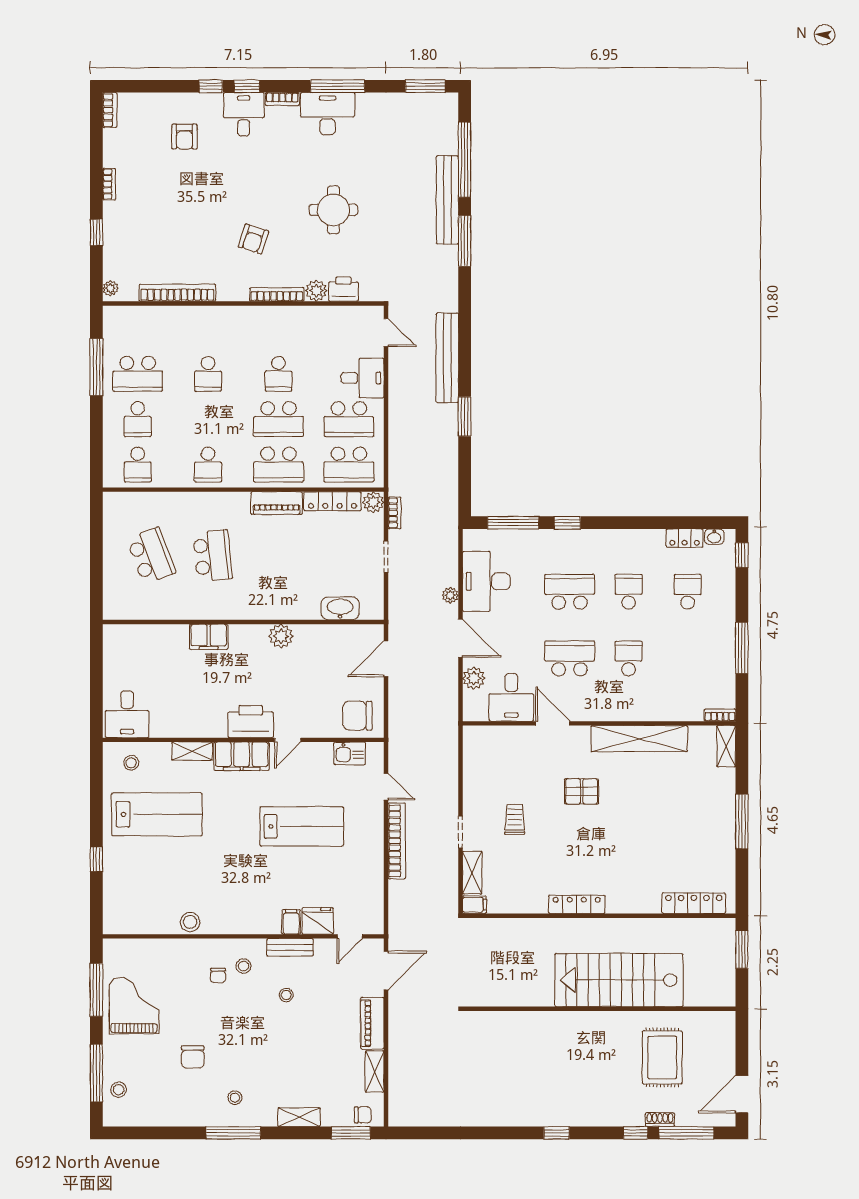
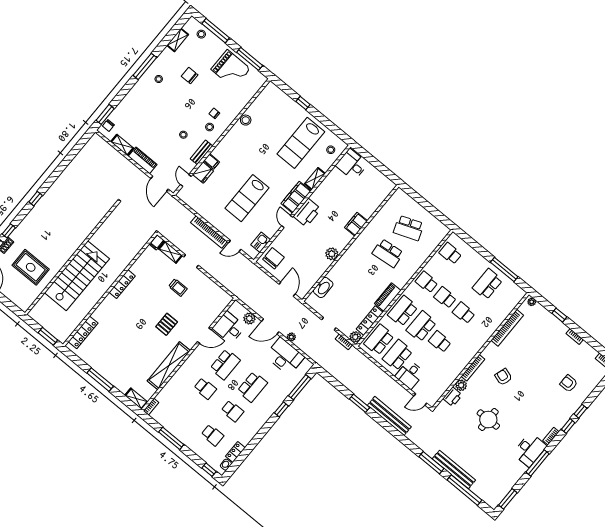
desk: (244, 114) -> (558, 415), removed
school desk: (138, 419) -> (445, 297), moved
shelving: (299, 1117) -> (178, 40), moved

